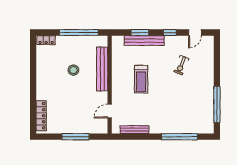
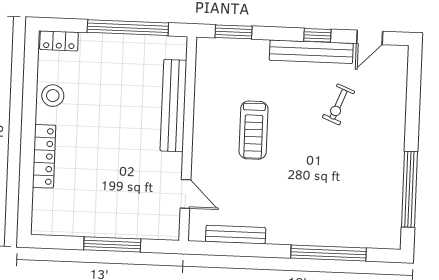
window: (140, 32) -> (233, 32), moved
bench: (144, 41) -> (311, 52), moved
stool: (73, 70) -> (53, 96), moved
door: (110, 111) -> (186, 194), swing flipped
locker: (41, 116) -> (44, 156), moved

